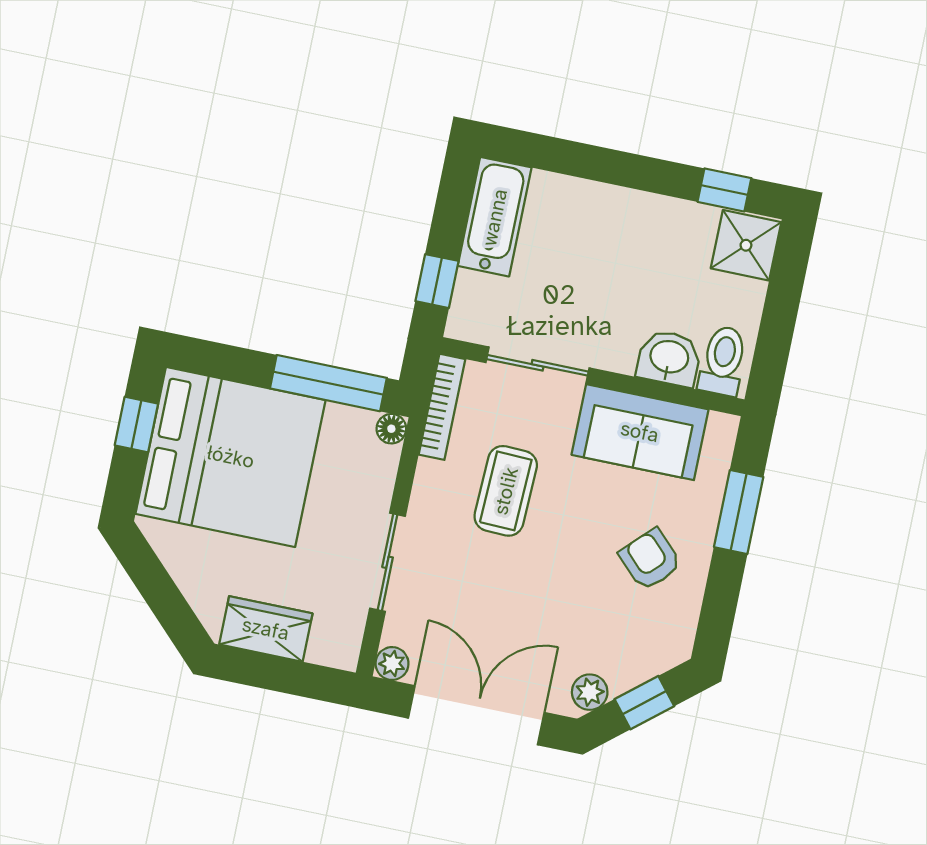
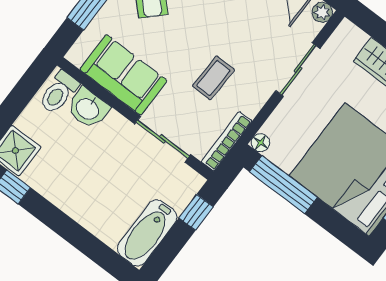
coffee table: (506, 491) -> (213, 78), width x0.73, depth x0.77

